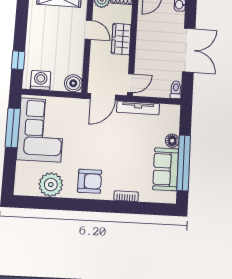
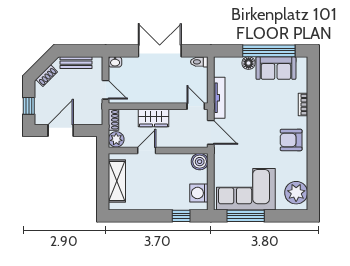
armchair: (90, 181) -> (291, 140), turned -90
plant: (51, 185) -> (296, 193), moved

